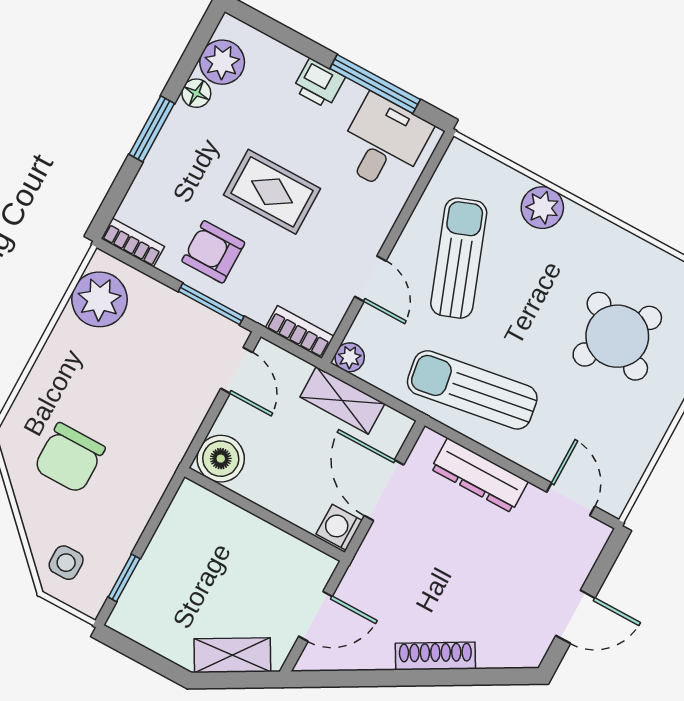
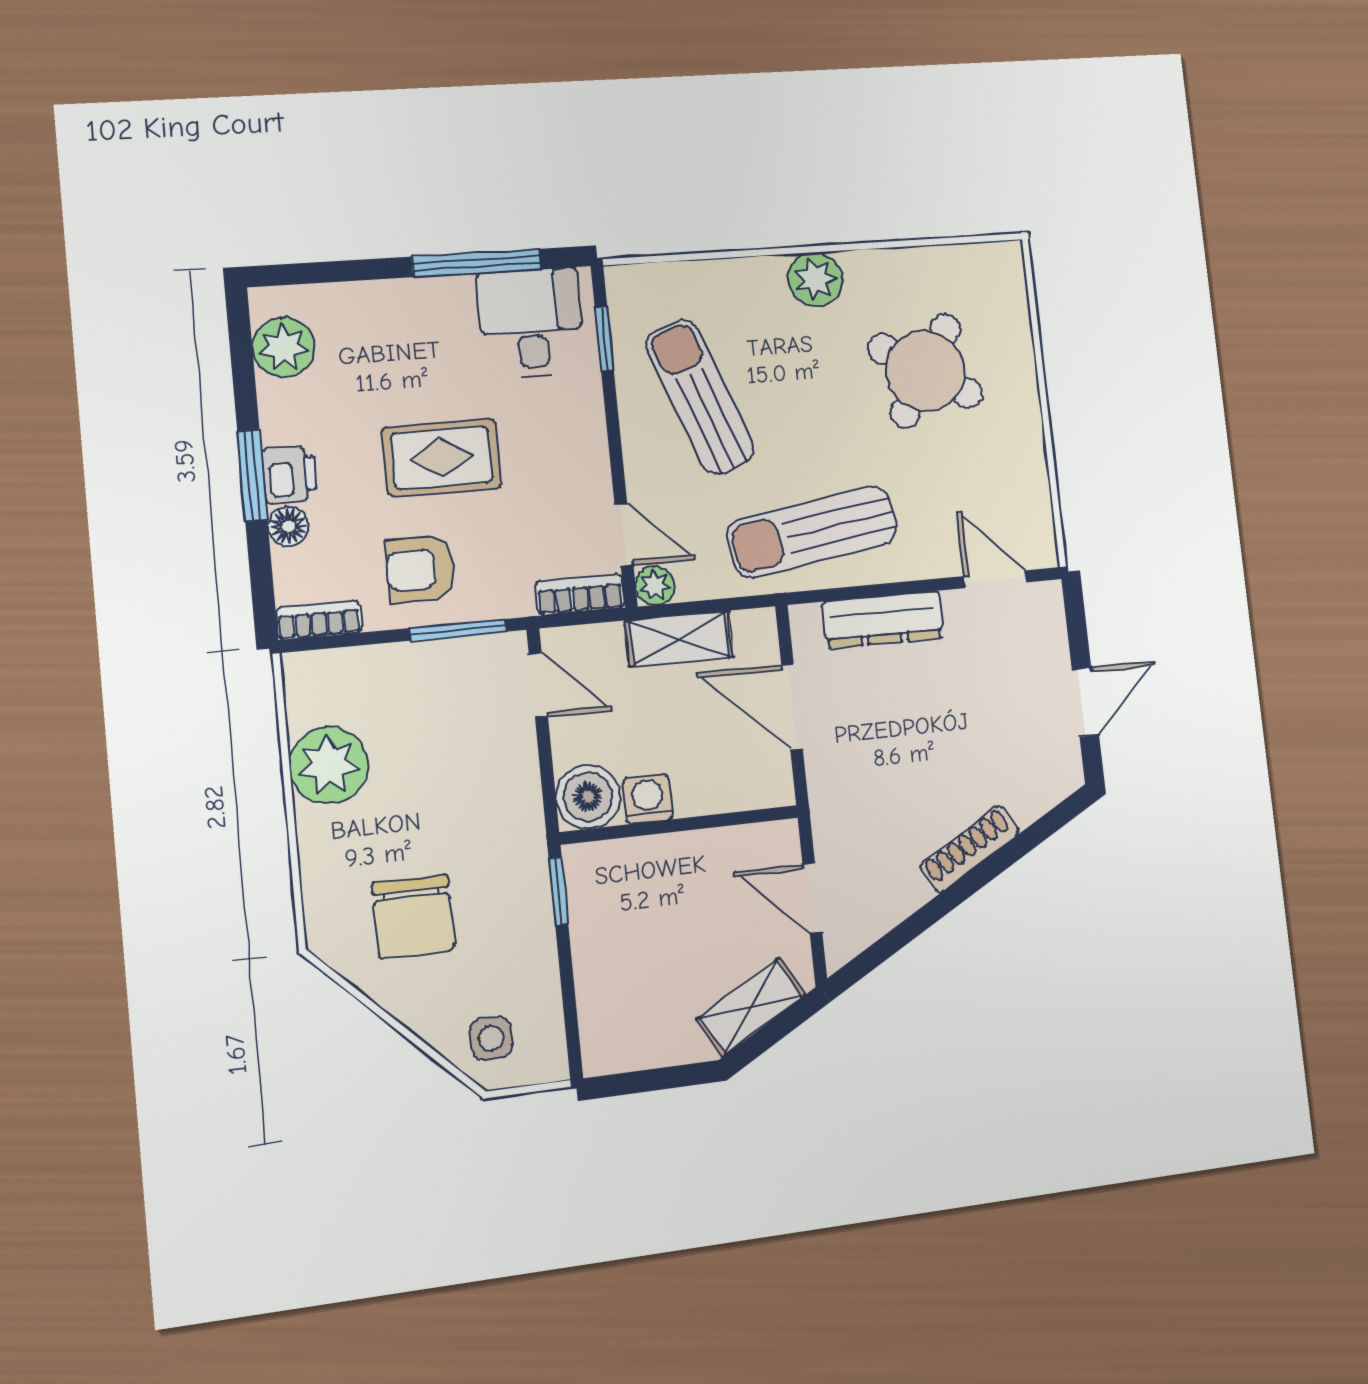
printer: (319, 83) -> (290, 474), moved, turned -90
floor lamp: (196, 93) -> (288, 526), moved
window: (423, 182) -> (604, 339), added
plant: (542, 208) -> (815, 279), moved
door: (370, 279) -> (624, 535), moved
plant: (99, 299) -> (329, 765), moved
washing machine: (339, 527) -> (648, 799), moved, turned 90
window: (124, 578) -> (558, 891), moved
door: (316, 616) -> (812, 898), swing flipped

